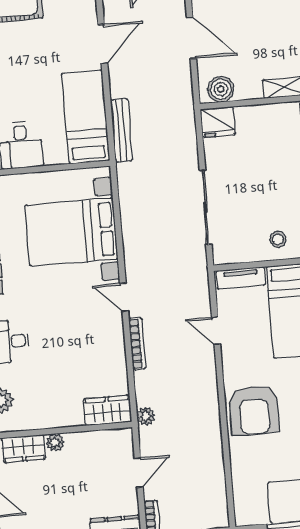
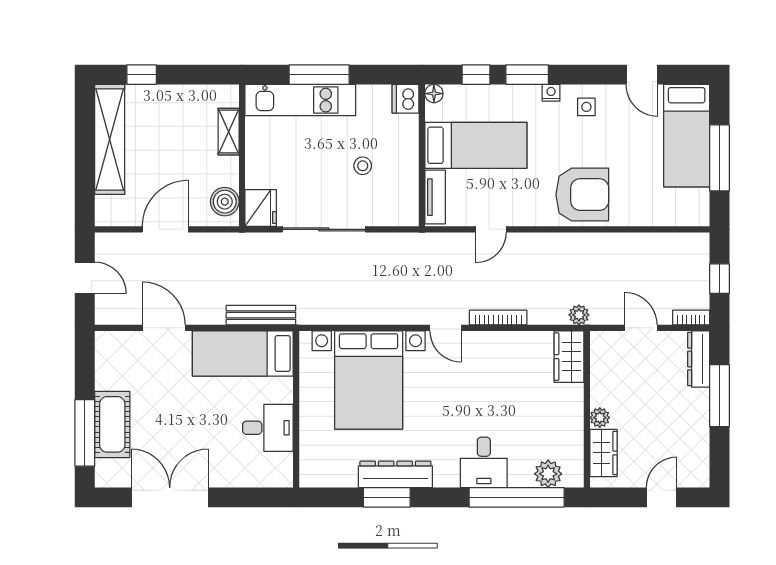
sliding door: (206, 207) -> (324, 229), moved
stool: (278, 239) -> (363, 166), moved
door: (124, 297) -> (446, 328), hinge flipped

